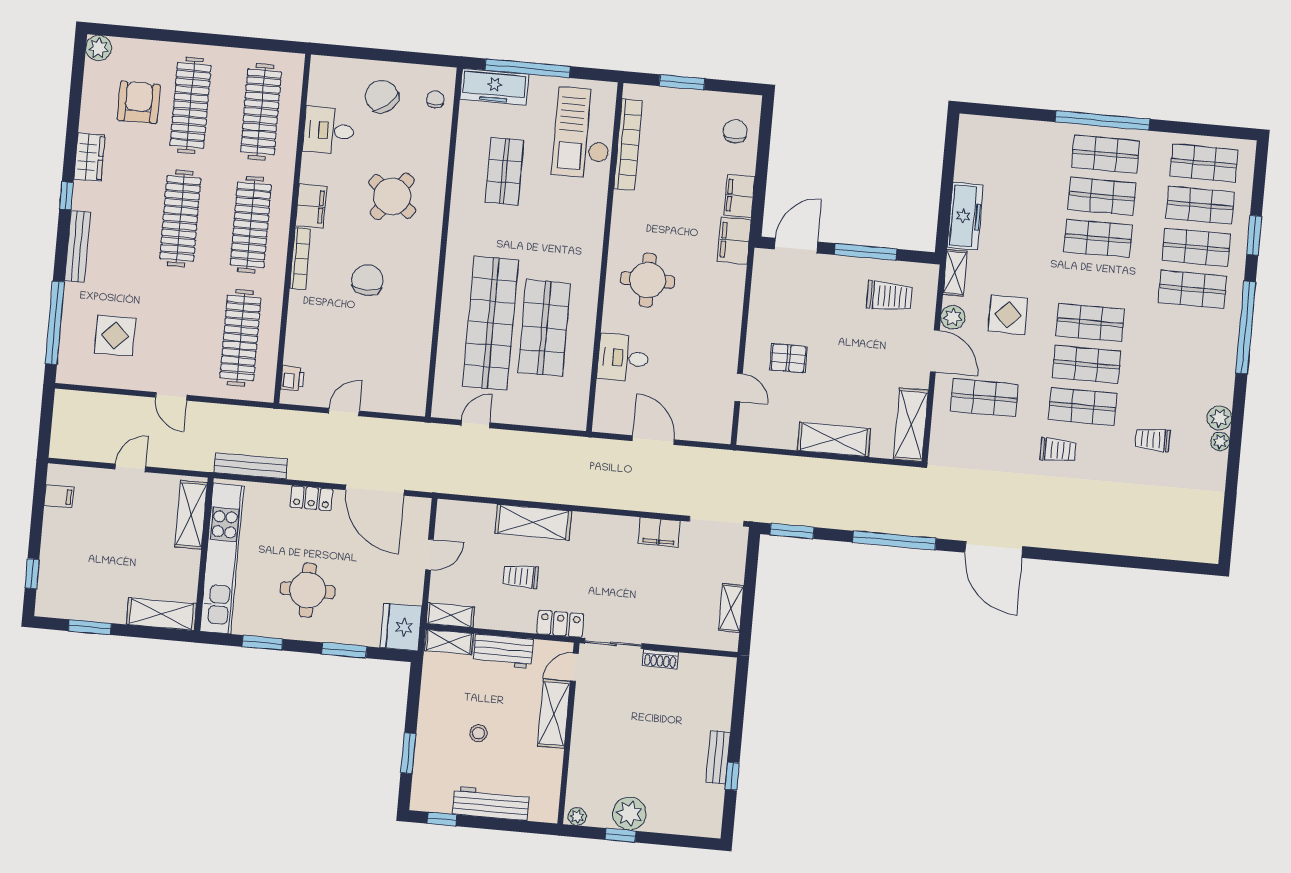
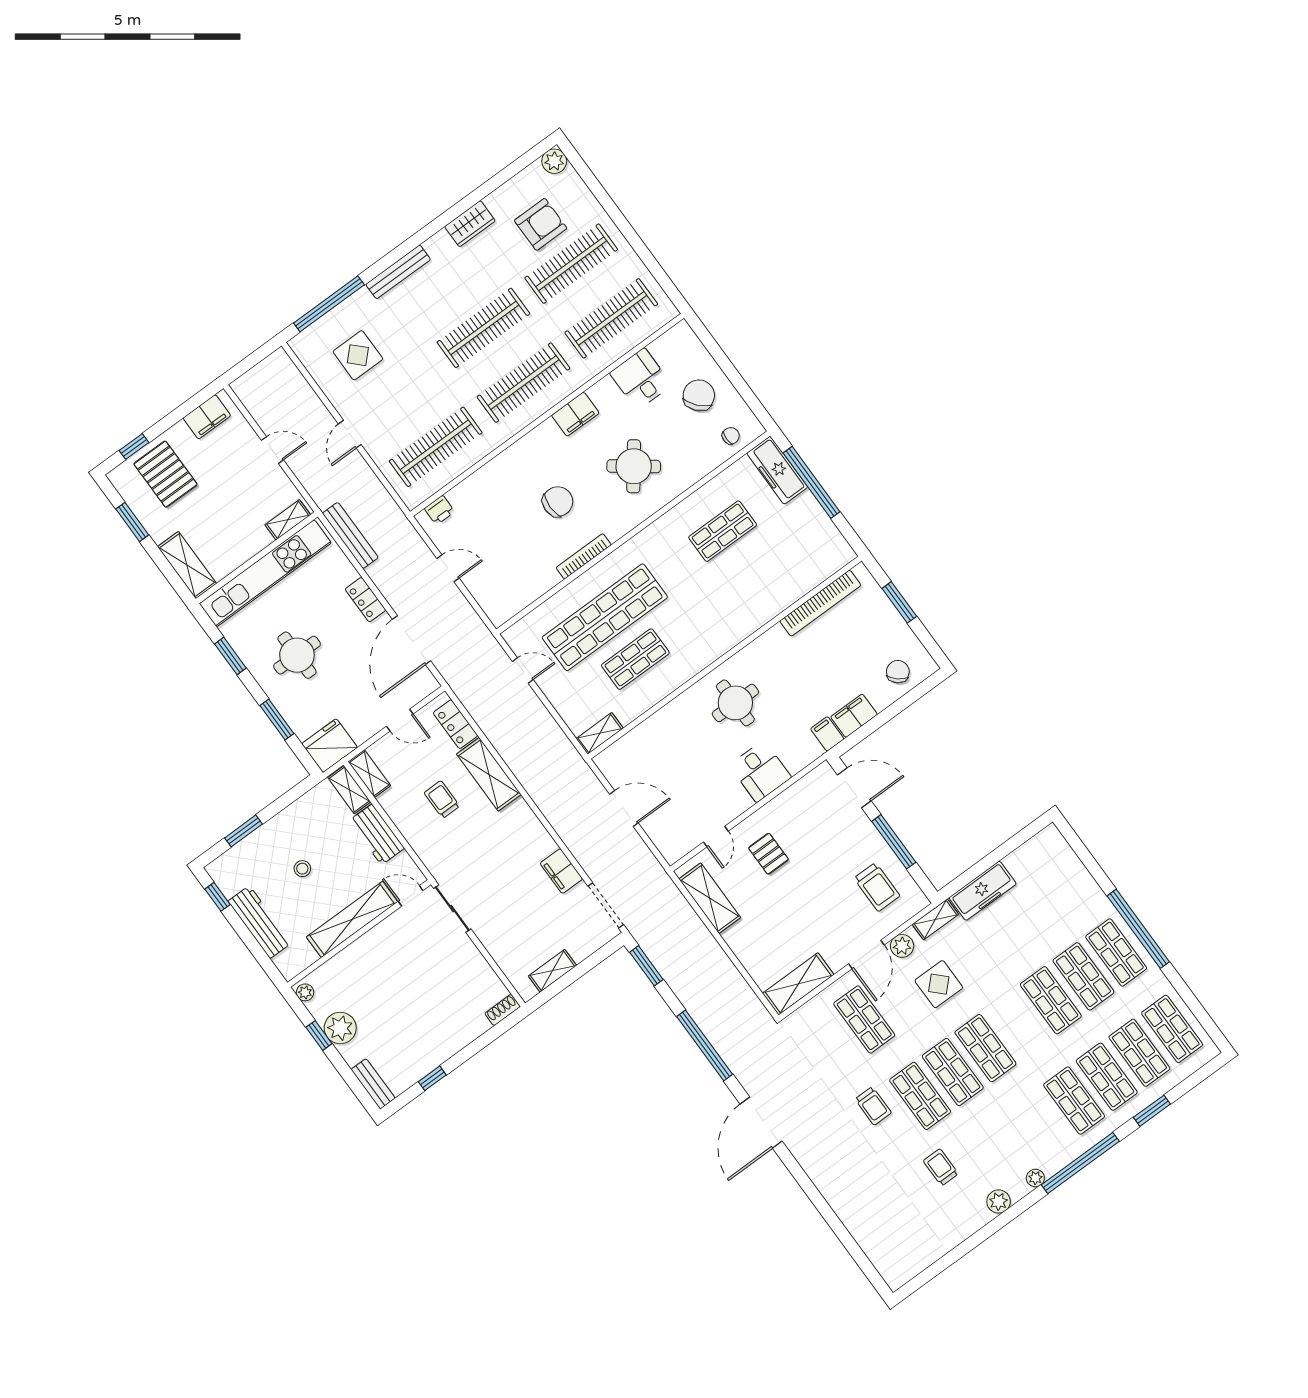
chair: (735, 131) -> (898, 672), turned -49
checkout: (583, 133) -> (800, 563), removed
window: (66, 196) -> (428, 232), removed
filing cabinet: (734, 241) -> (827, 734), width x0.50
bookcase: (300, 259) -> (584, 556), moved, turned 180
shop shelf: (544, 328) -> (635, 659), width x0.70, depth x0.74
desk: (623, 358) -> (760, 771), moved, turned 180
shelving: (578, 407) -> (600, 733), added
door: (653, 440) -> (624, 809), hinge flipped
shelving: (834, 440) -> (710, 898), moved
plant: (1220, 442) -> (1035, 1178), moved
filing cabinet: (59, 496) -> (207, 417), width x2.00
shelving: (191, 515) -> (288, 520), width x0.67, depth x0.75
pallet: (75, 568) -> (166, 474), added
locker: (560, 624) -> (455, 724), moved, turned 180
shoe rack: (660, 659) -> (503, 1010), moved, turned 90
shelving: (554, 714) -> (352, 919), width x1.47
bench: (718, 757) -> (373, 1084), moved, turned 90

